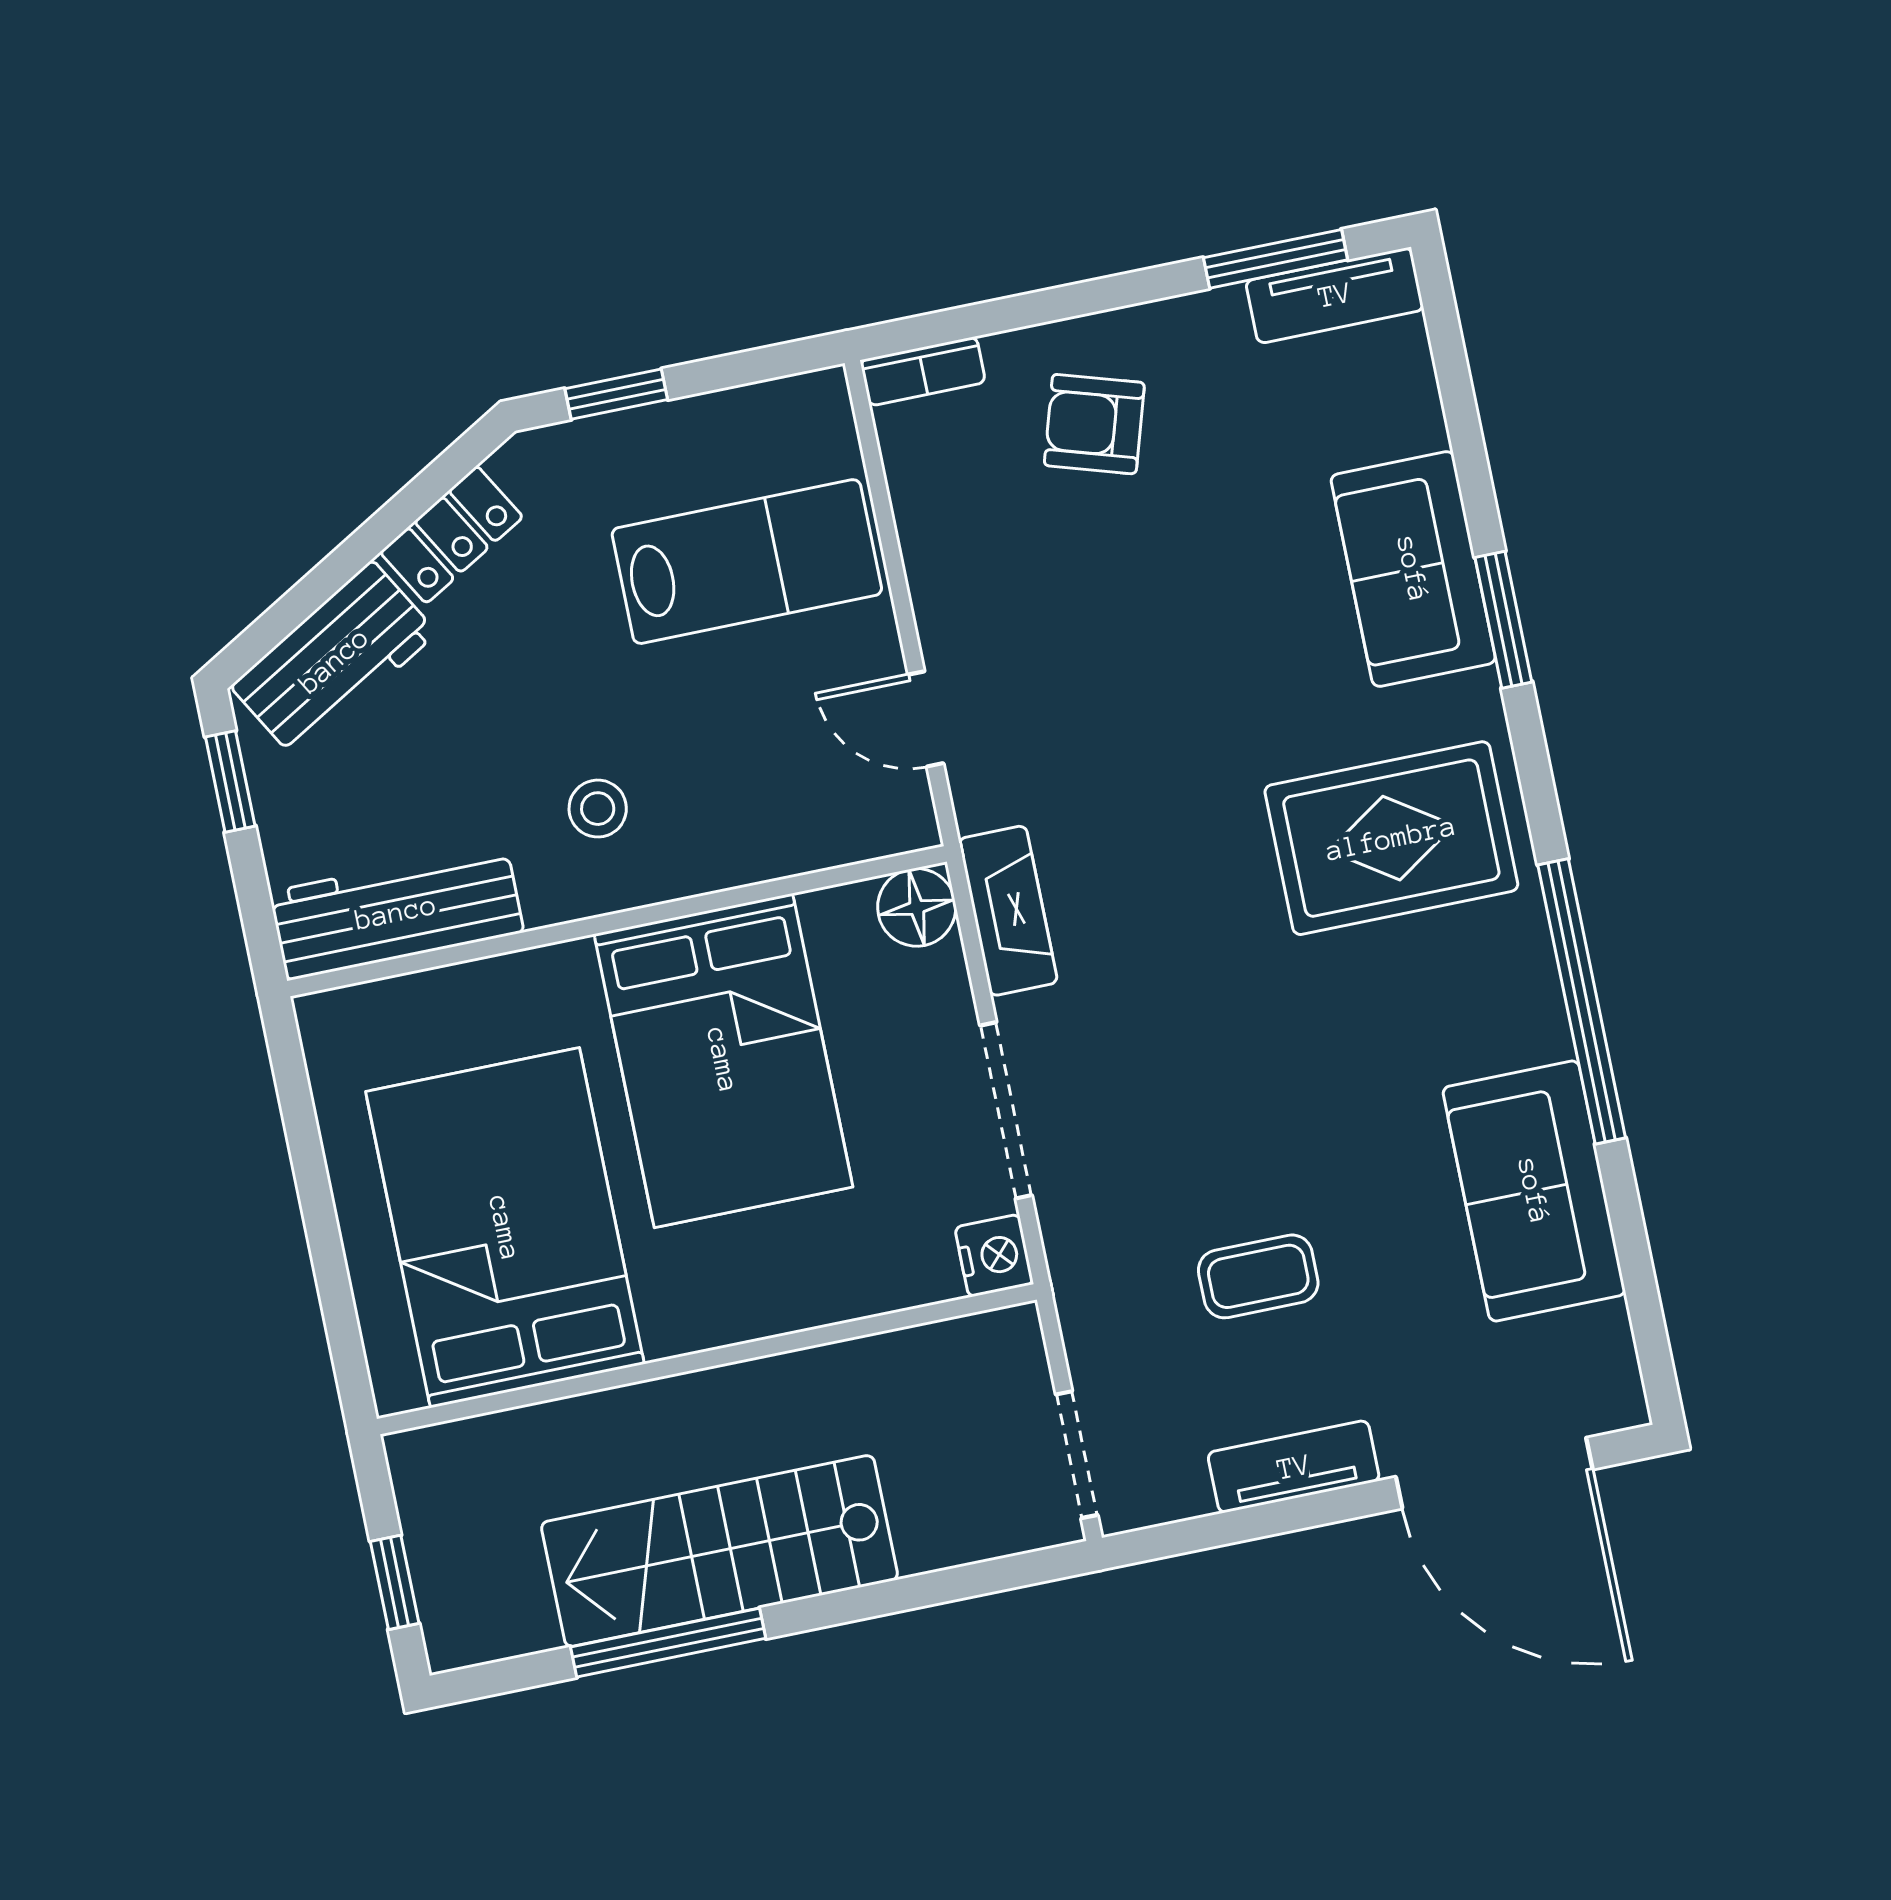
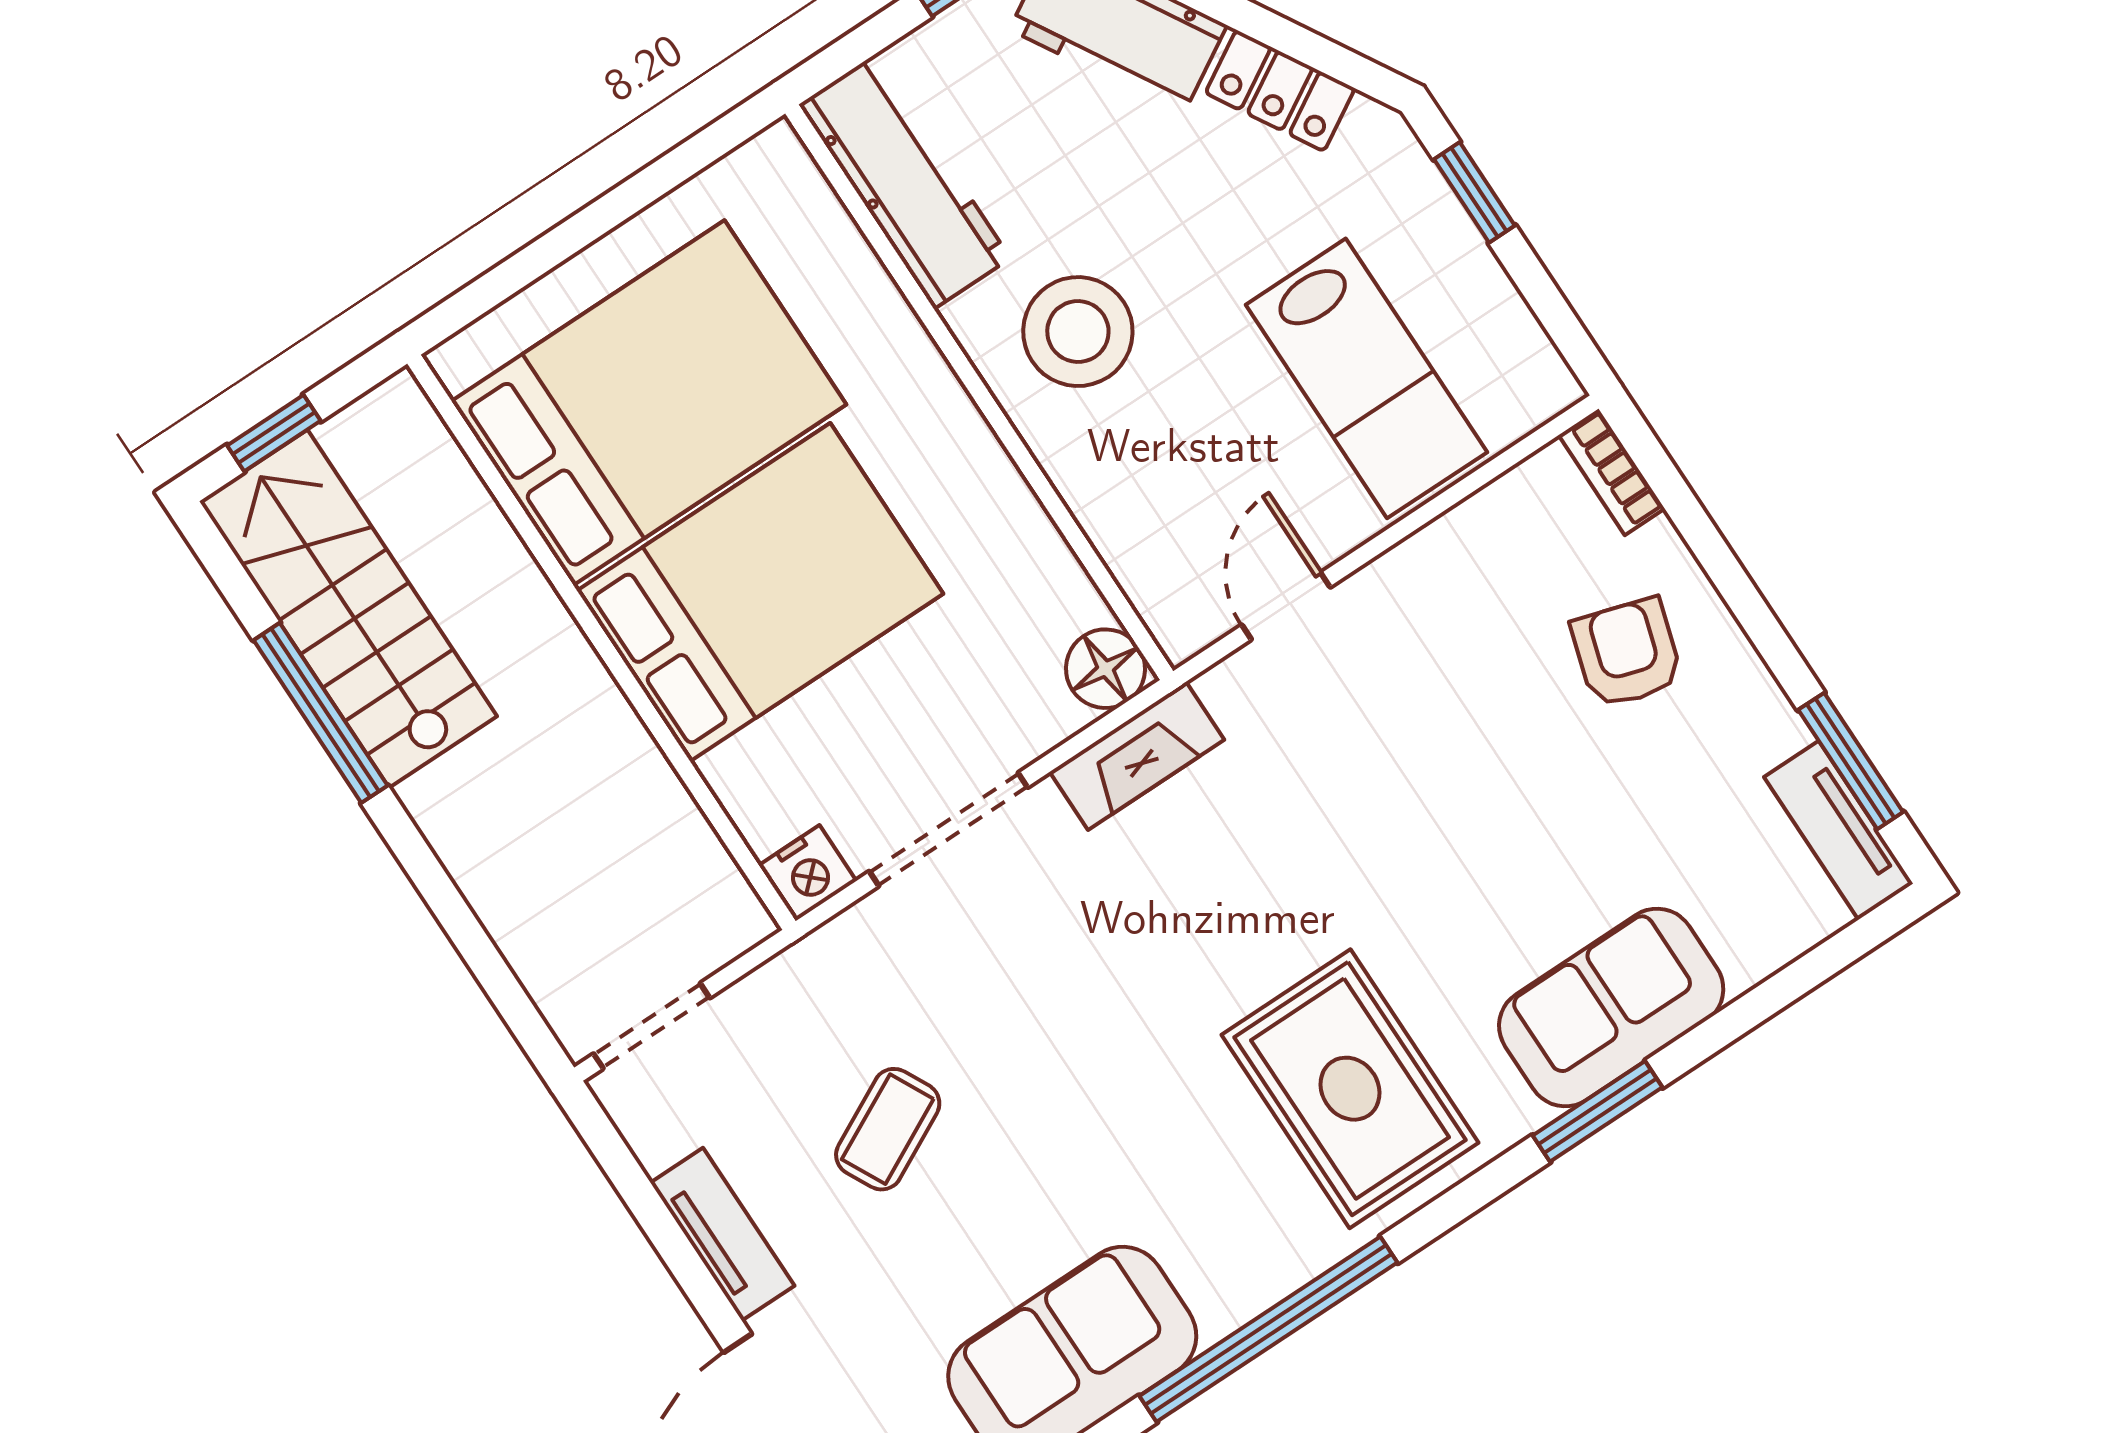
stool: (598, 809) -> (1078, 332), width x1.89, depth x1.89
bed: (723, 1060) -> (760, 592), moved, turned 180
coffee table: (1258, 1276) -> (888, 1129), turned 63
stairs: (720, 1551) -> (348, 609), moved

